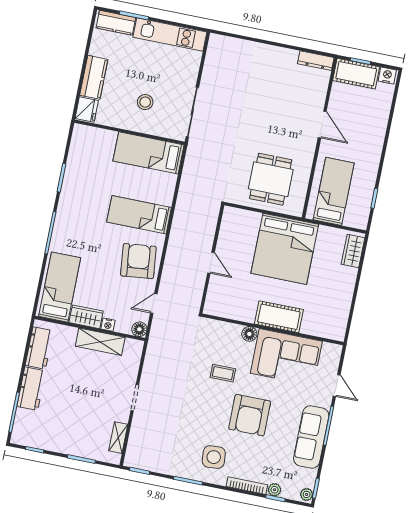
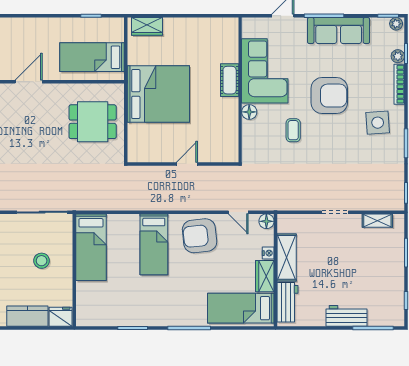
cot: (279, 317) -> (230, 80), width x0.73, depth x0.75
workbench: (39, 348) -> (287, 302), moved, turned 90

